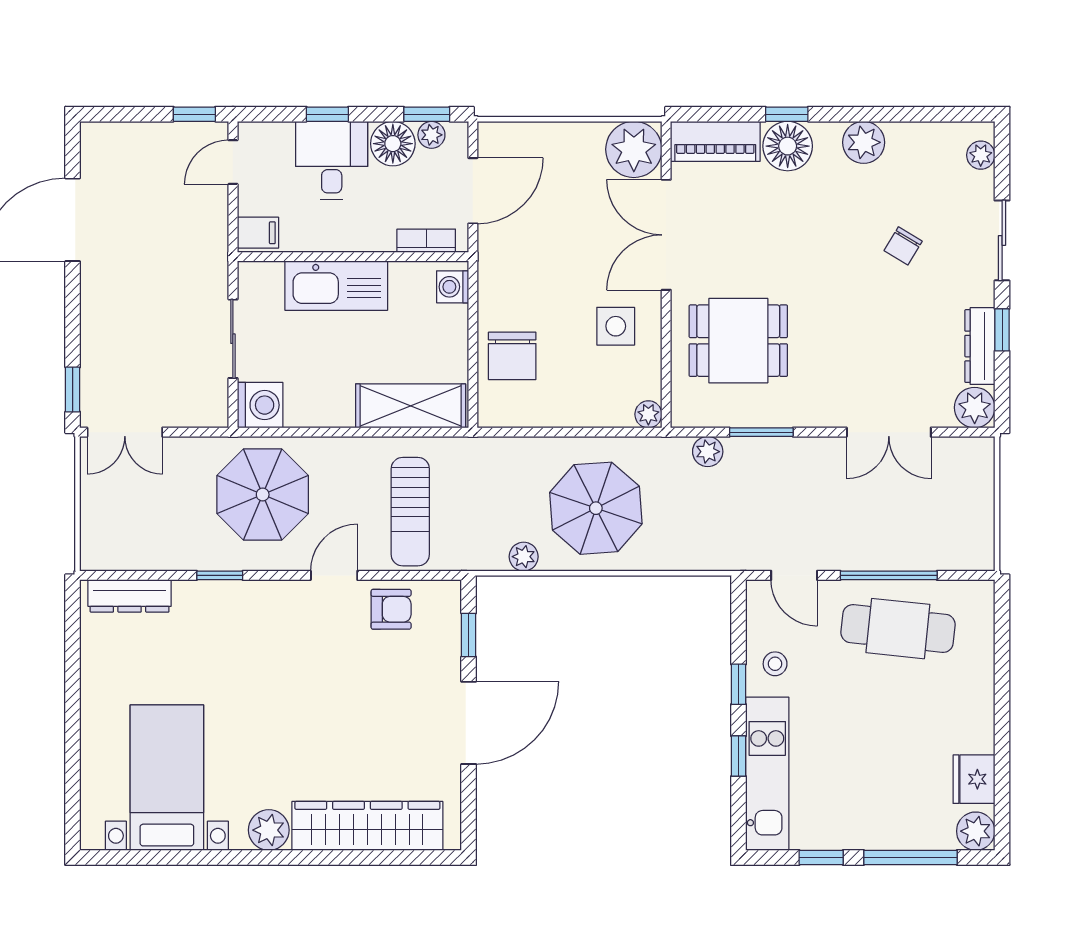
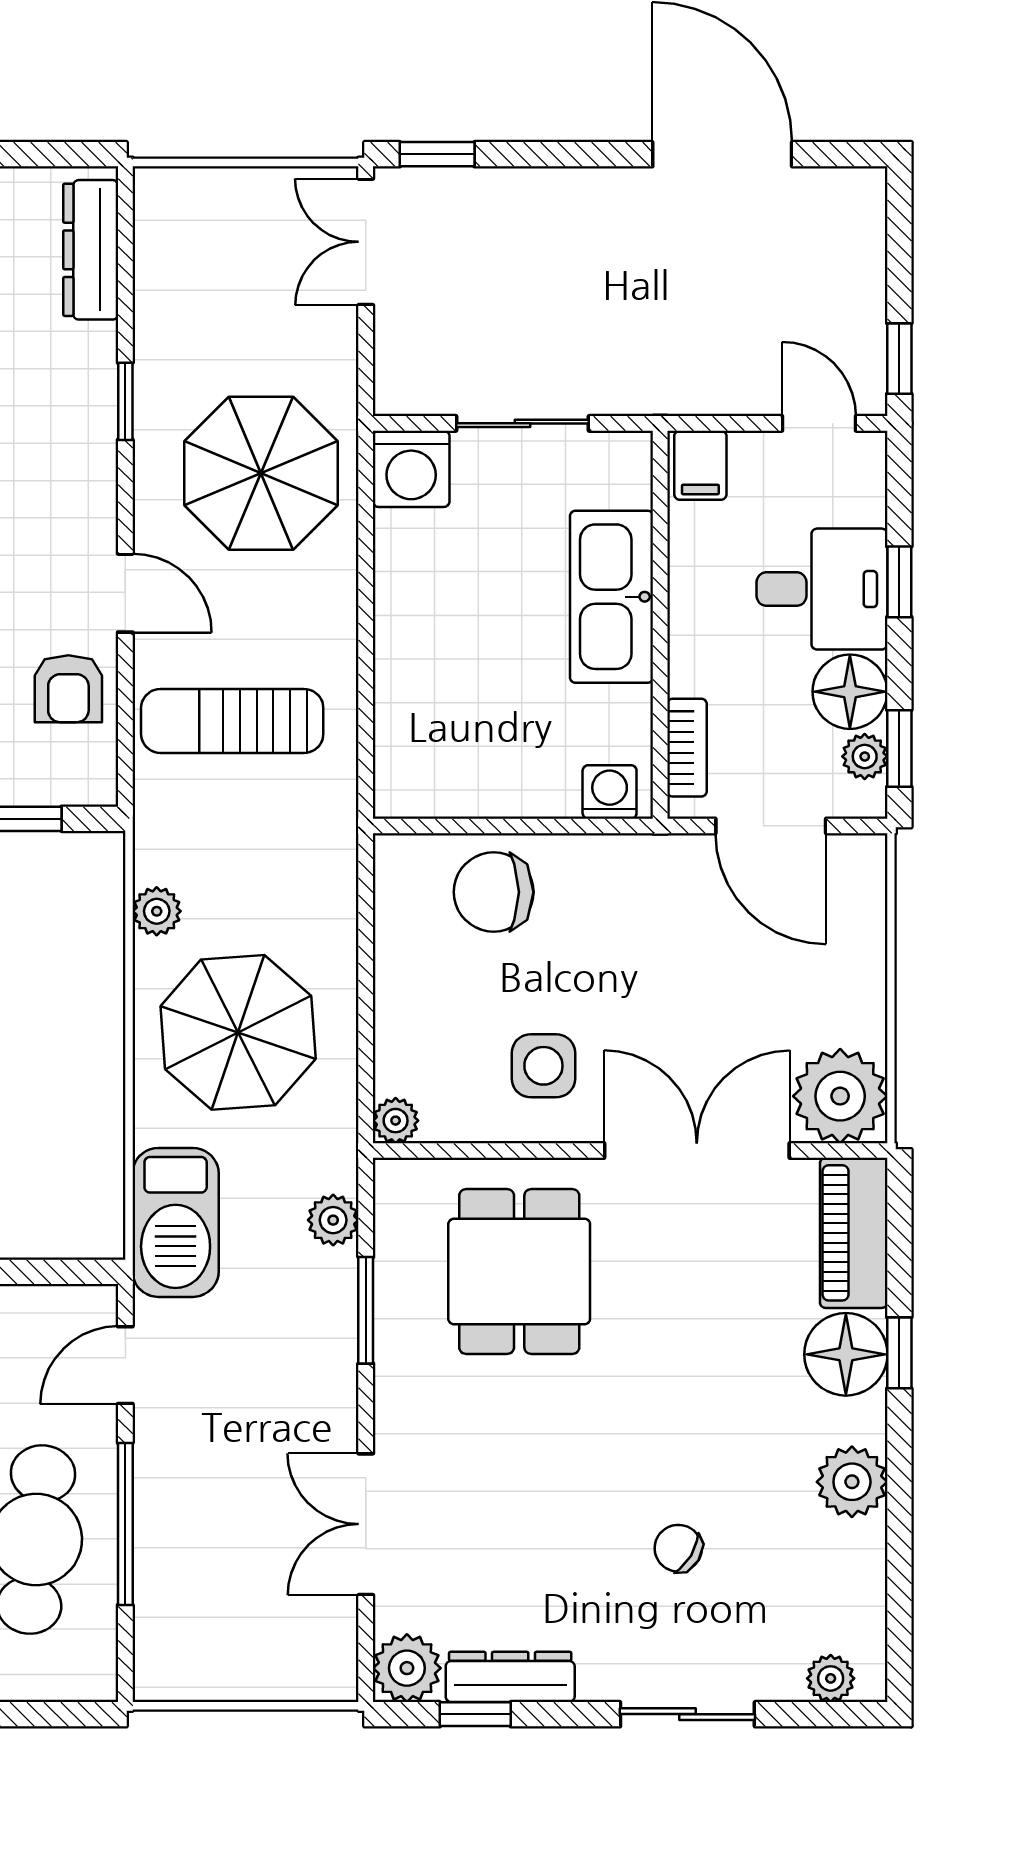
window: (1002, 330) -> (475, 1714), moved
shelving: (411, 406) -> (410, 722), removed
barbecue: (709, 545) -> (176, 1222), added

